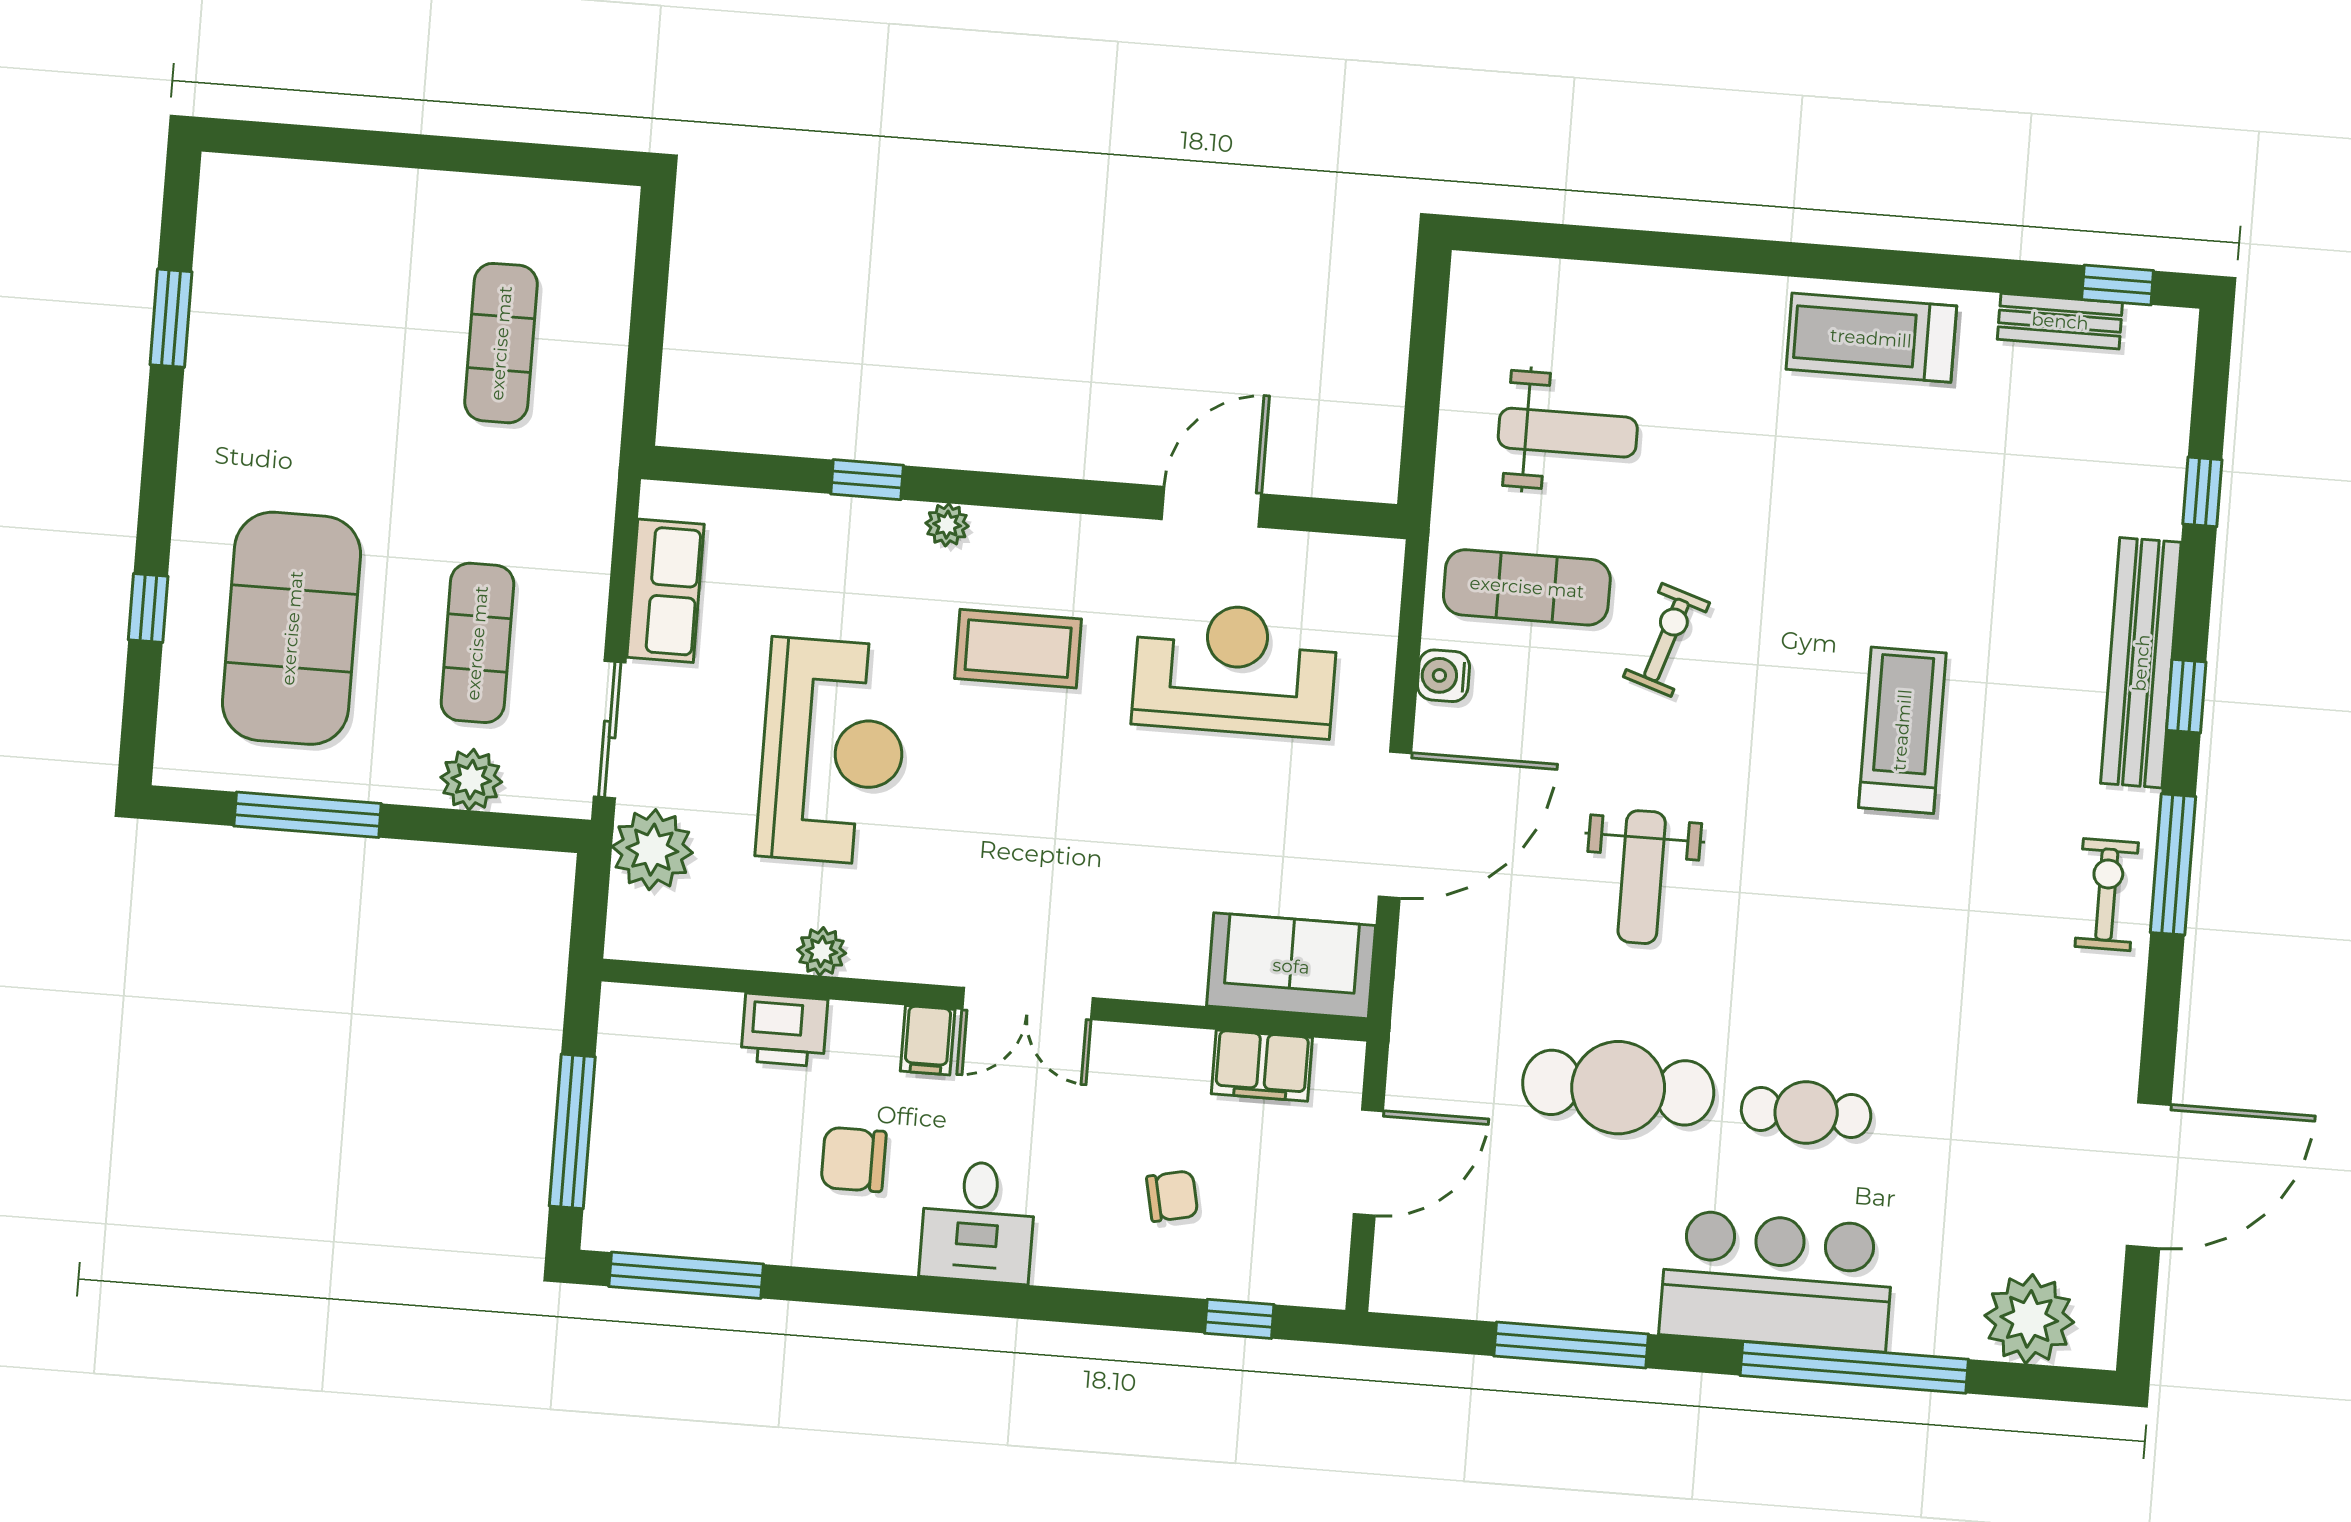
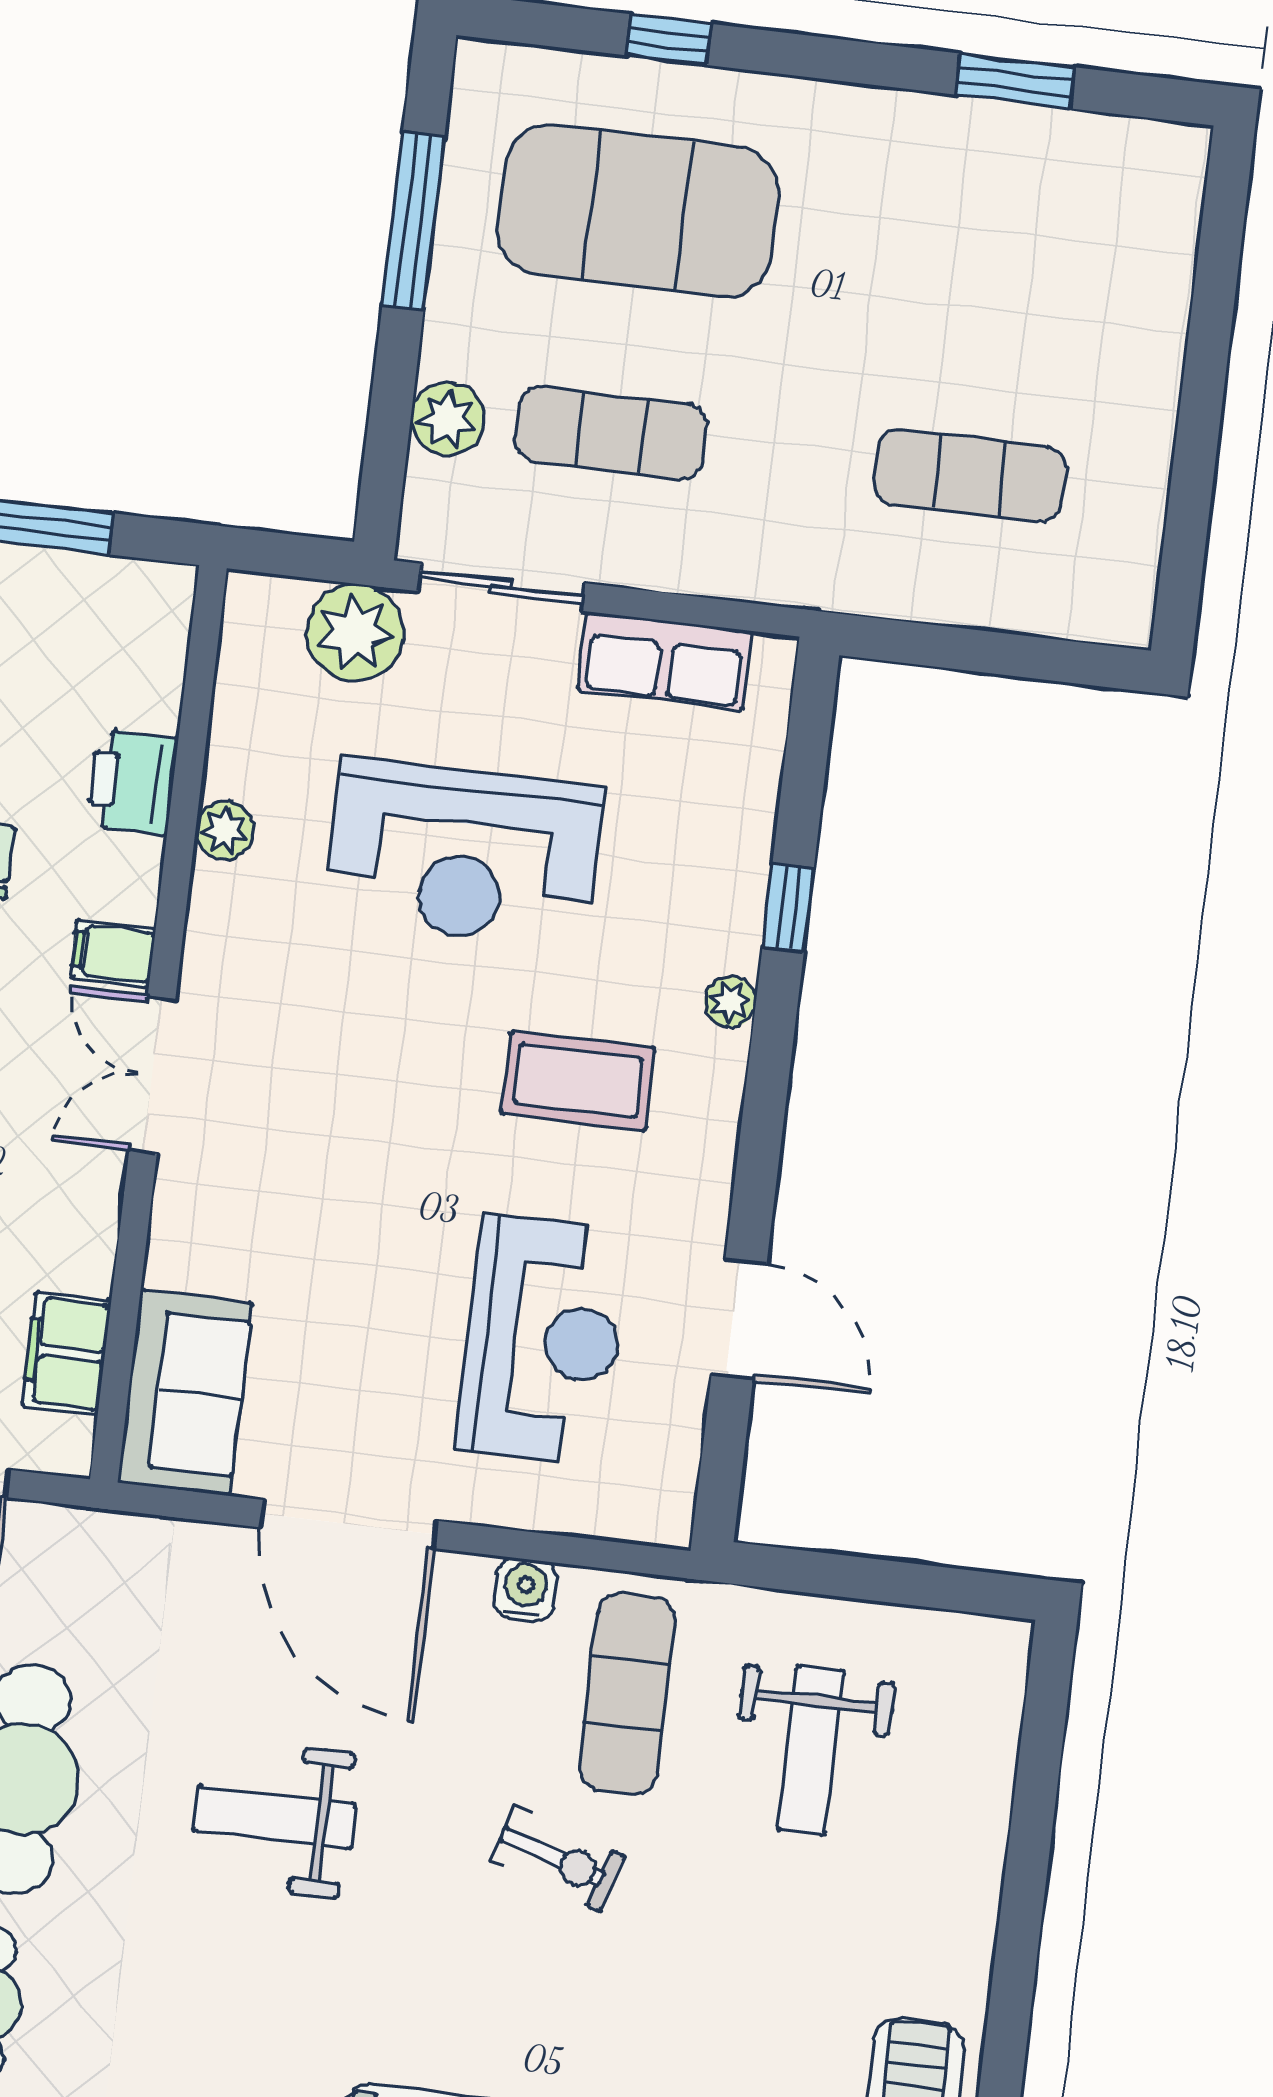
coffee table: (1018, 649) -> (578, 1081), turned 90

